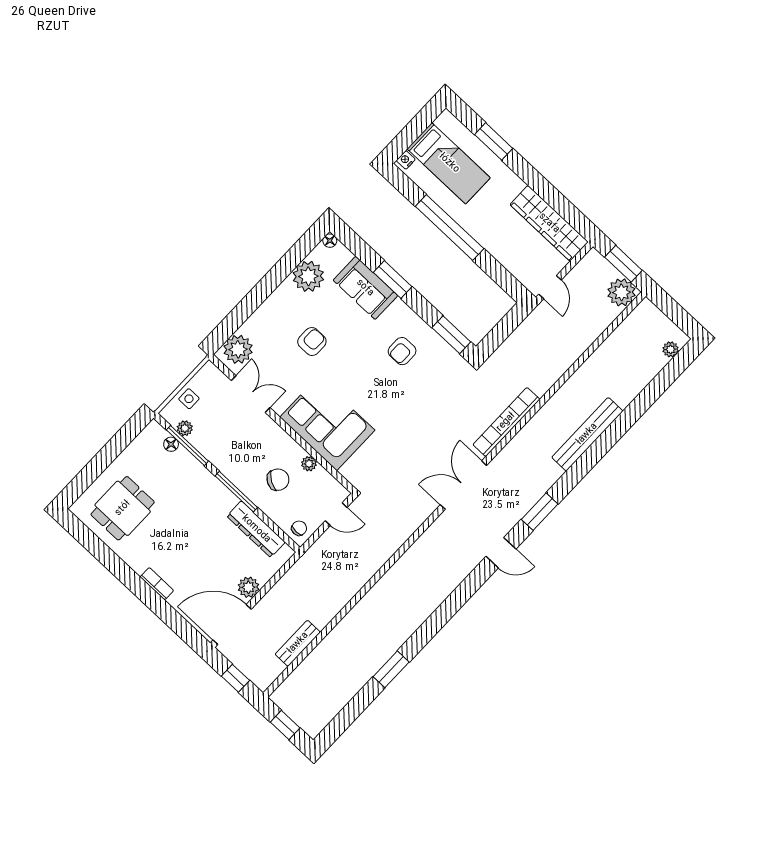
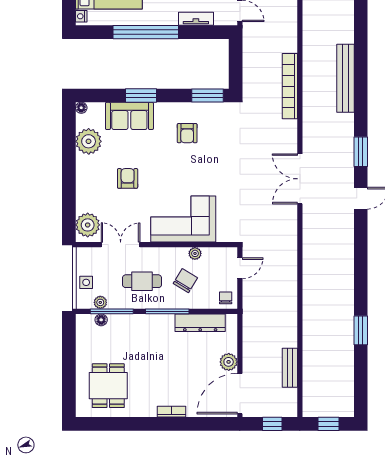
tv unit: (505, 257) -> (196, 19), added
bookcase: (506, 422) -> (290, 86), moved
cafe table: (239, 444) -> (142, 281), added

